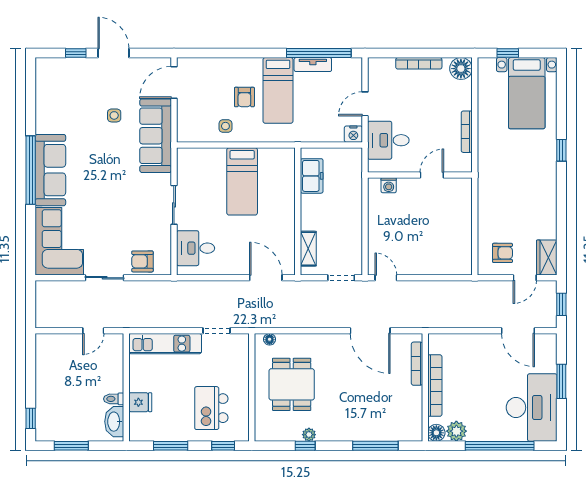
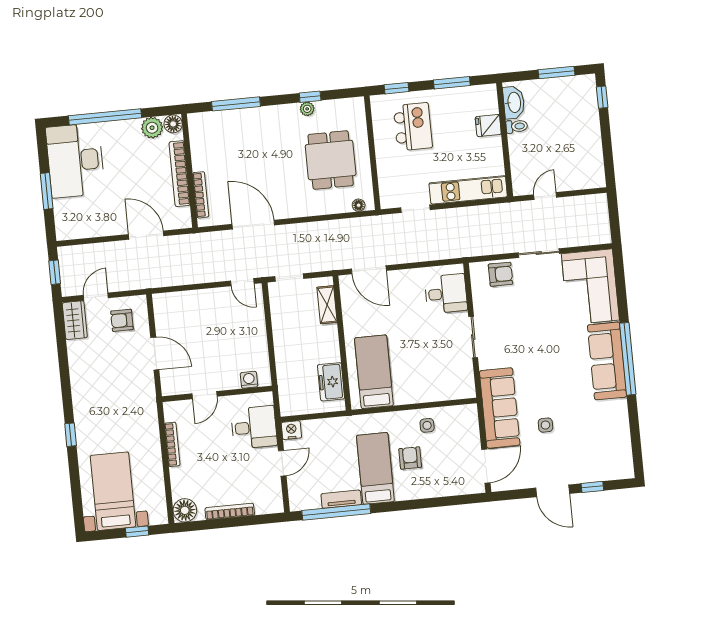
bed: (242, 181) -> (374, 372), moved
door: (475, 219) -> (155, 354), added
door: (518, 331) -> (146, 235), moved

